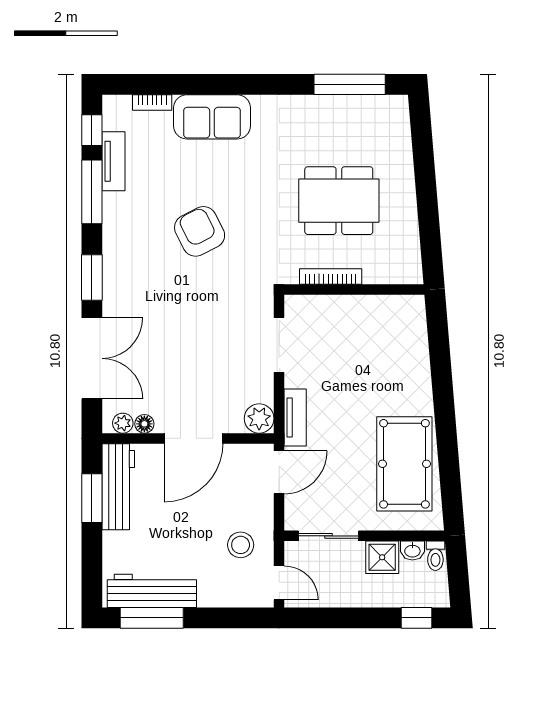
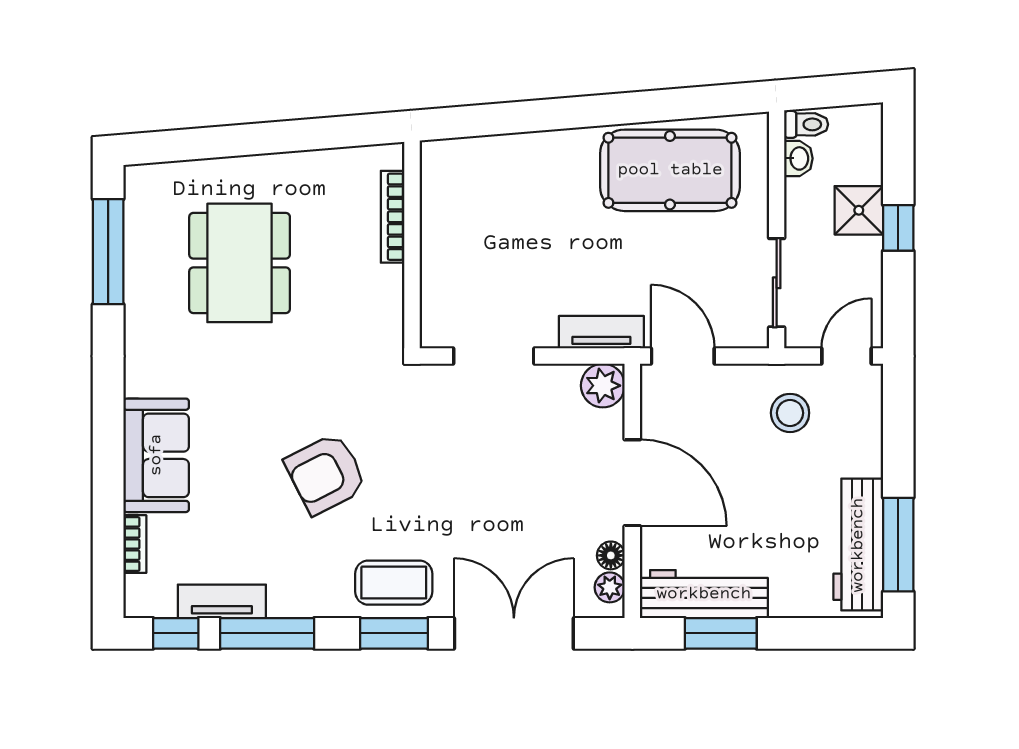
dining table: (339, 201) -> (240, 263), moved
coffee table: (126, 277) -> (394, 583), added
bookcase: (331, 277) -> (393, 217), moved
shower: (382, 557) -> (859, 210), moved
window: (417, 618) -> (898, 228), moved

